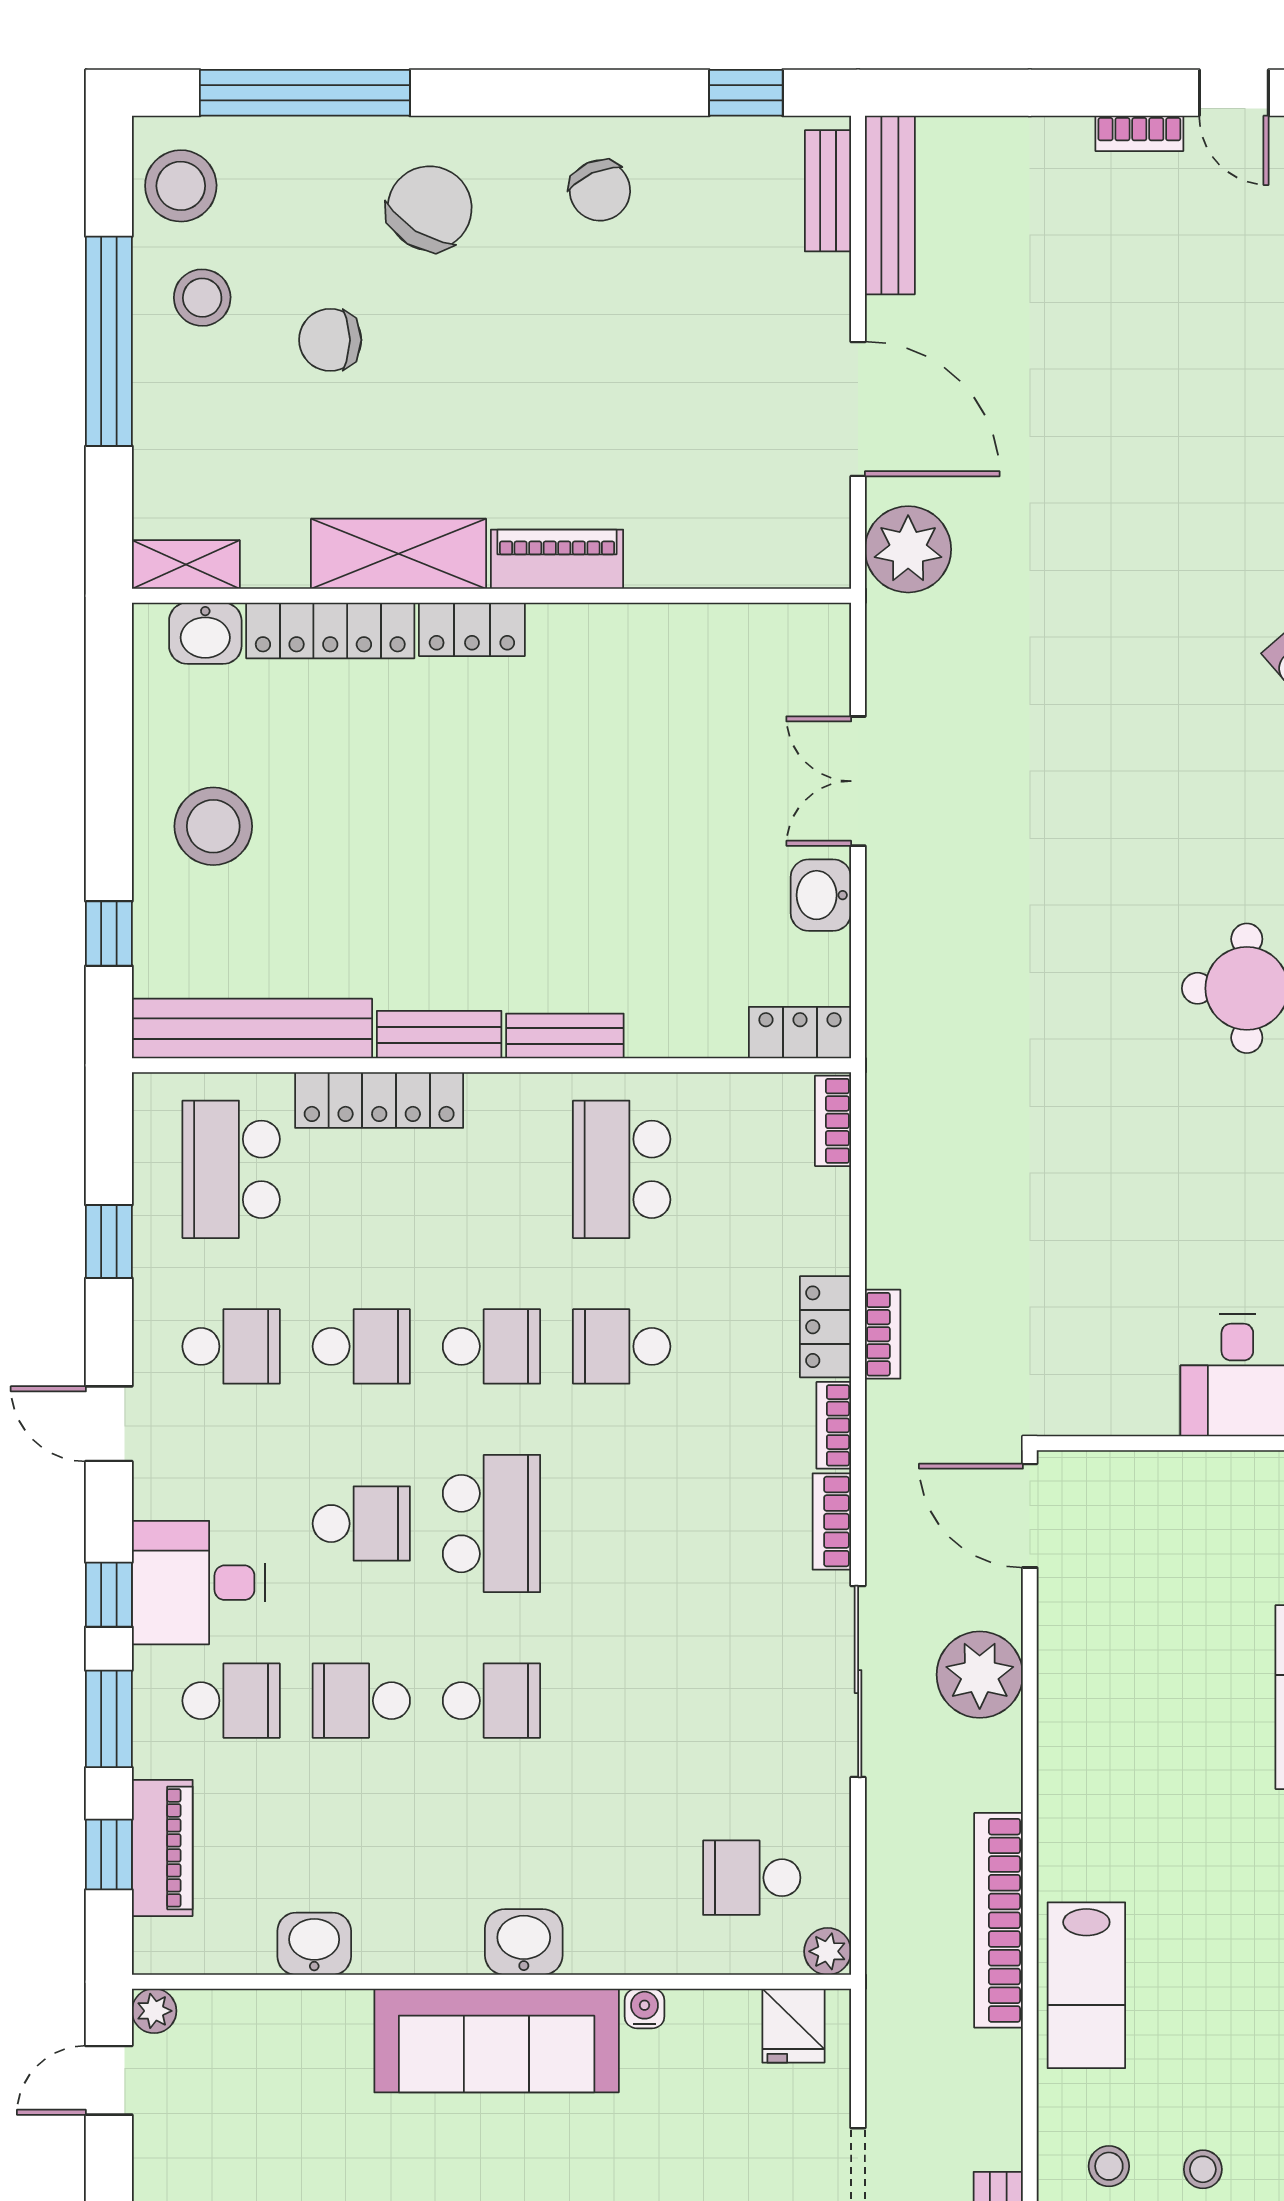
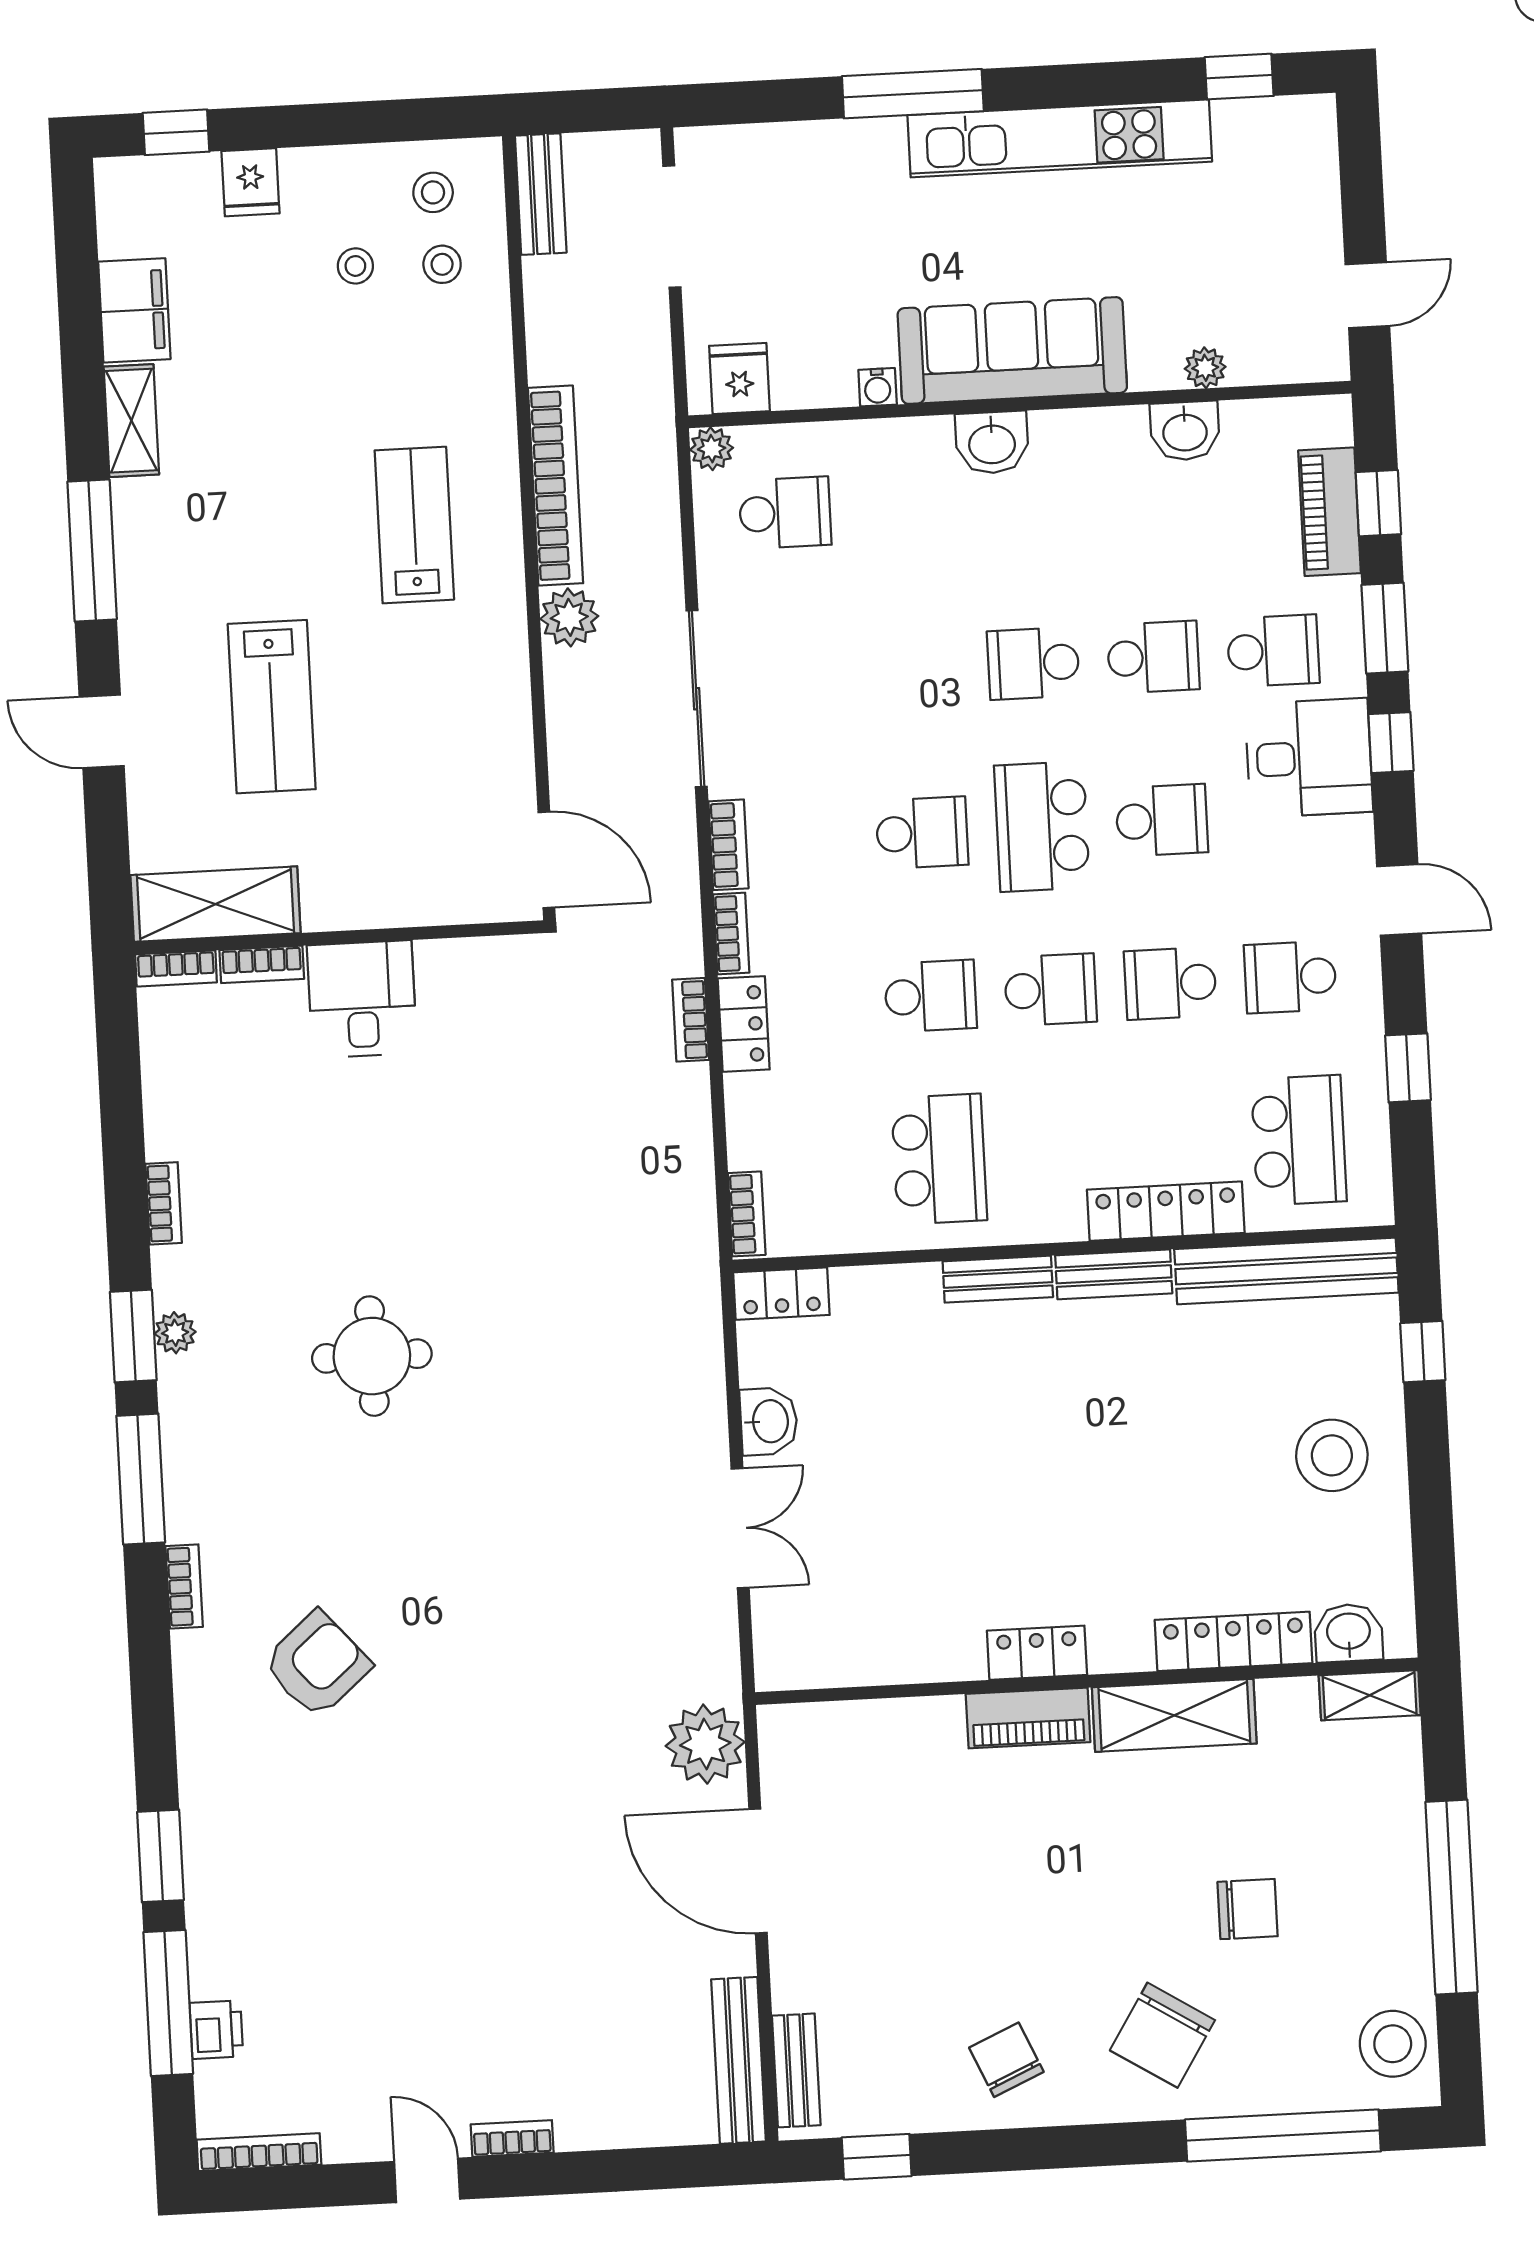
stool: (202, 298) -> (1368, 1942), removed
locker: (472, 629) -> (1037, 1653), moved
school desk: (491, 1346) -> (1050, 990), turned 180
school desk: (361, 1524) -> (1162, 820), turned 180
school desk: (622, 1524) -> (922, 833), added
plant: (980, 1675) -> (569, 617), moved, width x0.73, depth x0.73
school desk: (231, 1701) -> (1273, 651), turned 180
lab bench: (1086, 1985) -> (414, 525), moved
plant: (154, 2011) -> (1205, 368), moved

